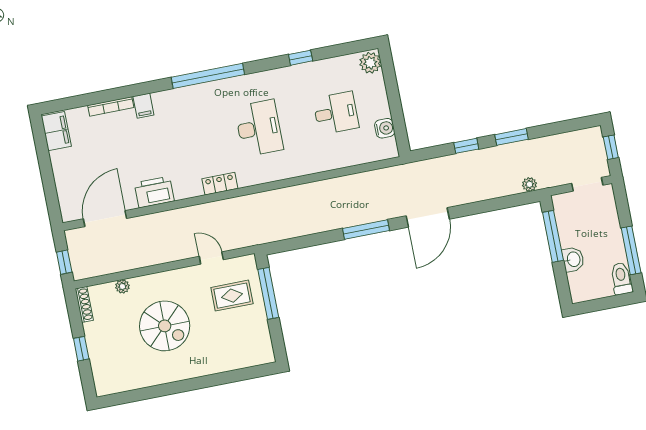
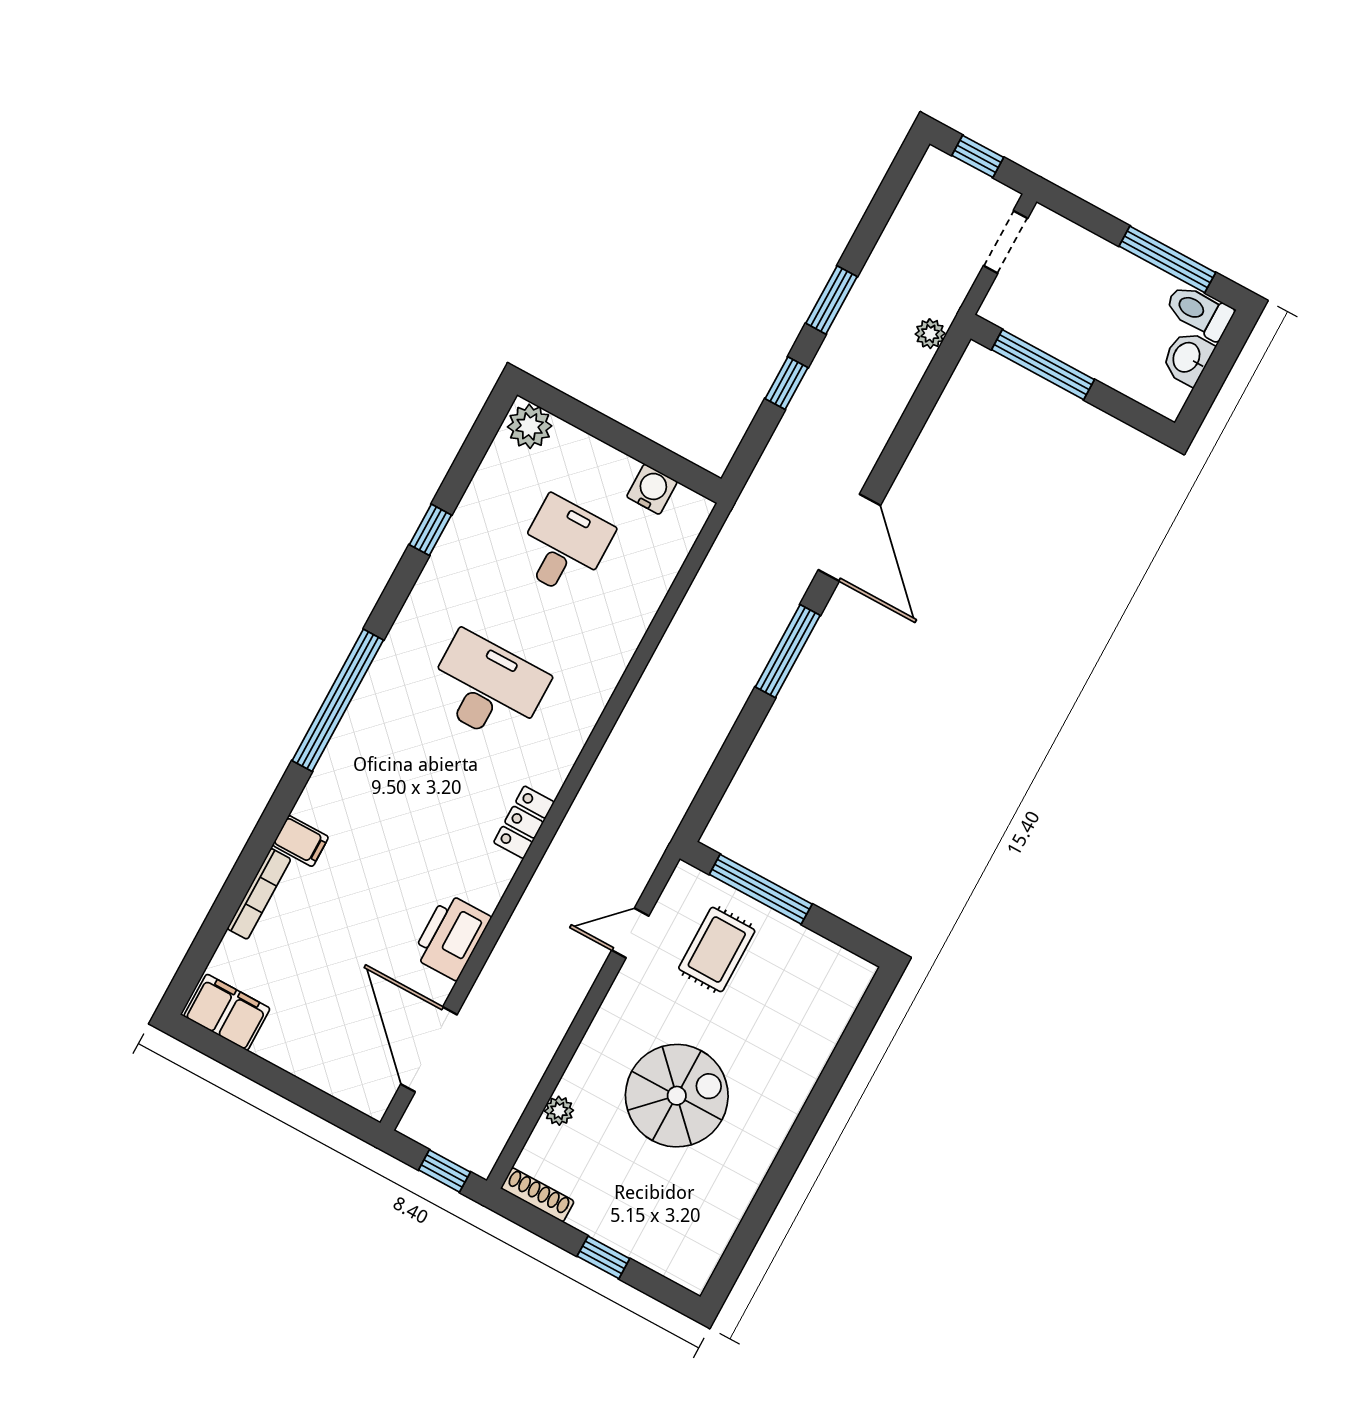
washbasin: (573, 259) -> (1187, 358), moved, turned -90

